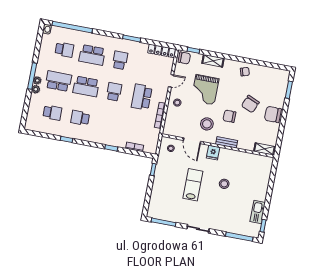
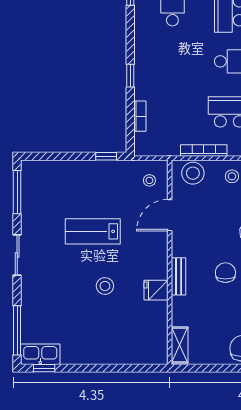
stool: (207, 124) -> (193, 173), moved
fridge: (213, 153) -> (156, 290), moved
lab bench: (193, 185) -> (93, 231), turned 180
kitchen sink: (258, 212) -> (40, 354), moved

